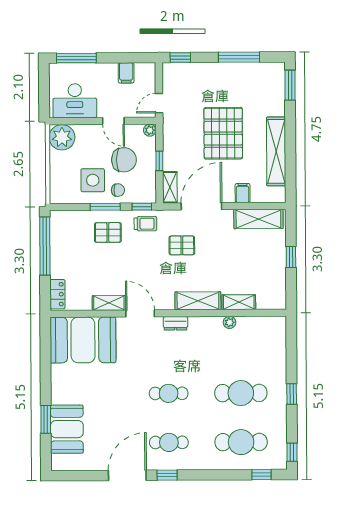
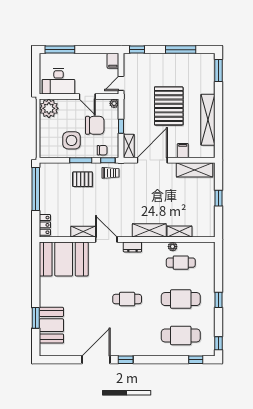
filing cabinet: (126, 73) -> (113, 61), moved
chair: (118, 190) -> (102, 150), moved
pallet: (182, 245) -> (138, 189), removed
cafe table: (169, 442) -> (181, 263), moved

